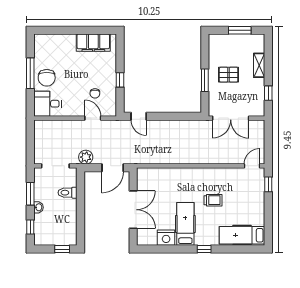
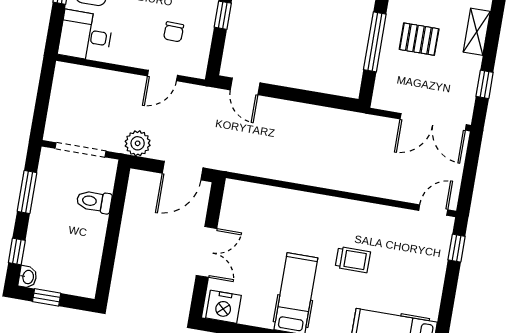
window: (205, 80) -> (375, 42), width x1.44
door: (93, 118) -> (162, 76), swing flipped
double door: (231, 118) -> (433, 122), moved
washbasin: (38, 207) -> (28, 277), moved
double door: (133, 210) -> (207, 252), width x0.73
nightstand: (166, 238) -> (224, 307), moved
window: (62, 249) -> (47, 297), moved

